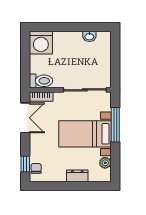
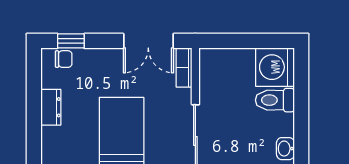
toilet: (41, 81) -> (275, 100), moved, turned 90
dresser: (77, 176) -> (51, 107), moved

